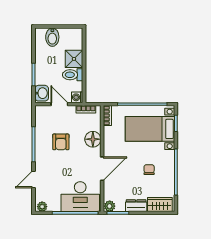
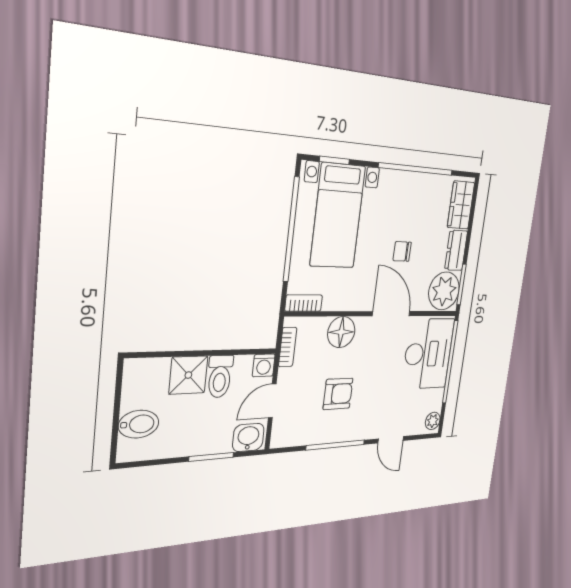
chair: (149, 170) -> (402, 251), moved
plant: (110, 206) -> (444, 291), width x1.87, depth x1.87

